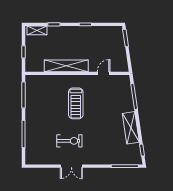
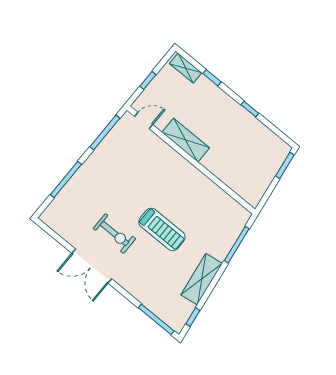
shelving: (66, 66) -> (186, 140), width x0.68
door: (104, 73) -> (144, 121), moved
treadmill: (76, 103) -> (162, 229), moved, turned -90
double door: (71, 166) -> (92, 266), width x1.37

